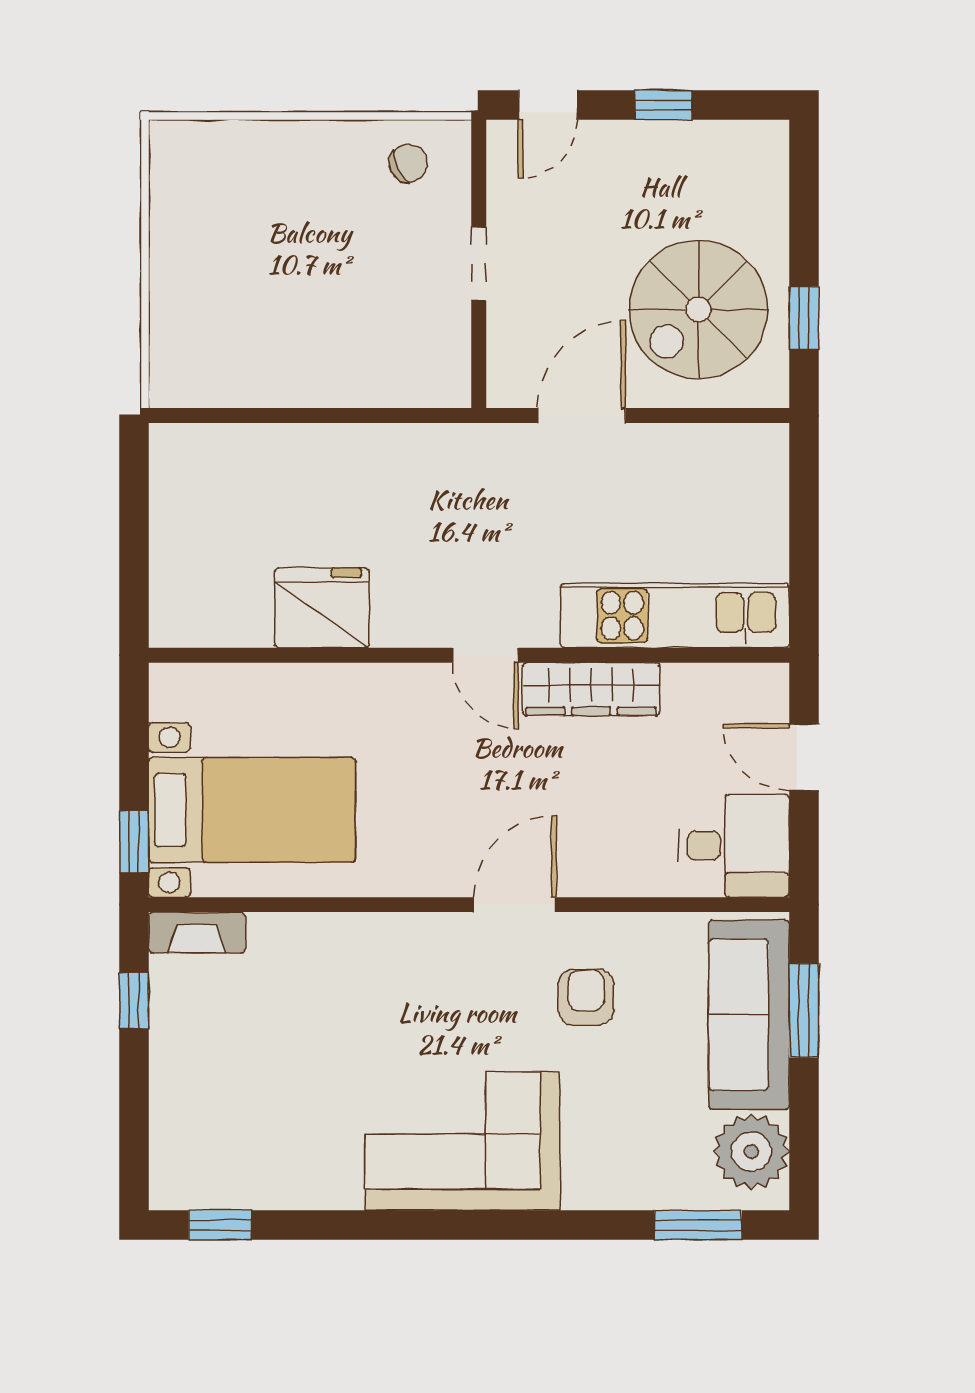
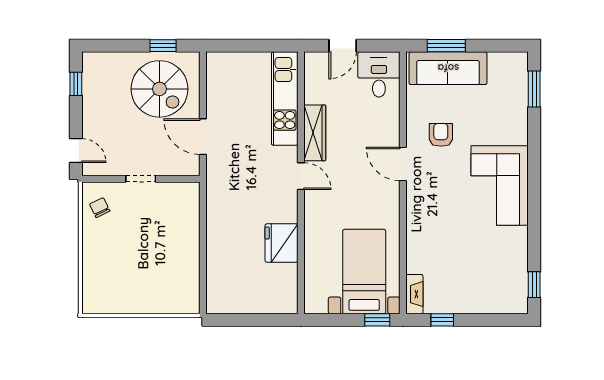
window: (663, 105) -> (76, 84), moved
door: (485, 655) -> (301, 176), hinge flipped
armchair: (586, 997) -> (441, 135), turned 90
plant: (751, 1152) -> (504, 67), removed

